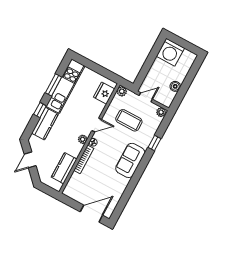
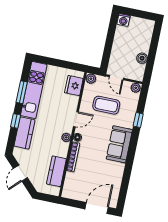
washing machine: (170, 52) -> (124, 20), width x0.53, depth x0.53
door: (146, 97) -> (116, 78), swing flipped

